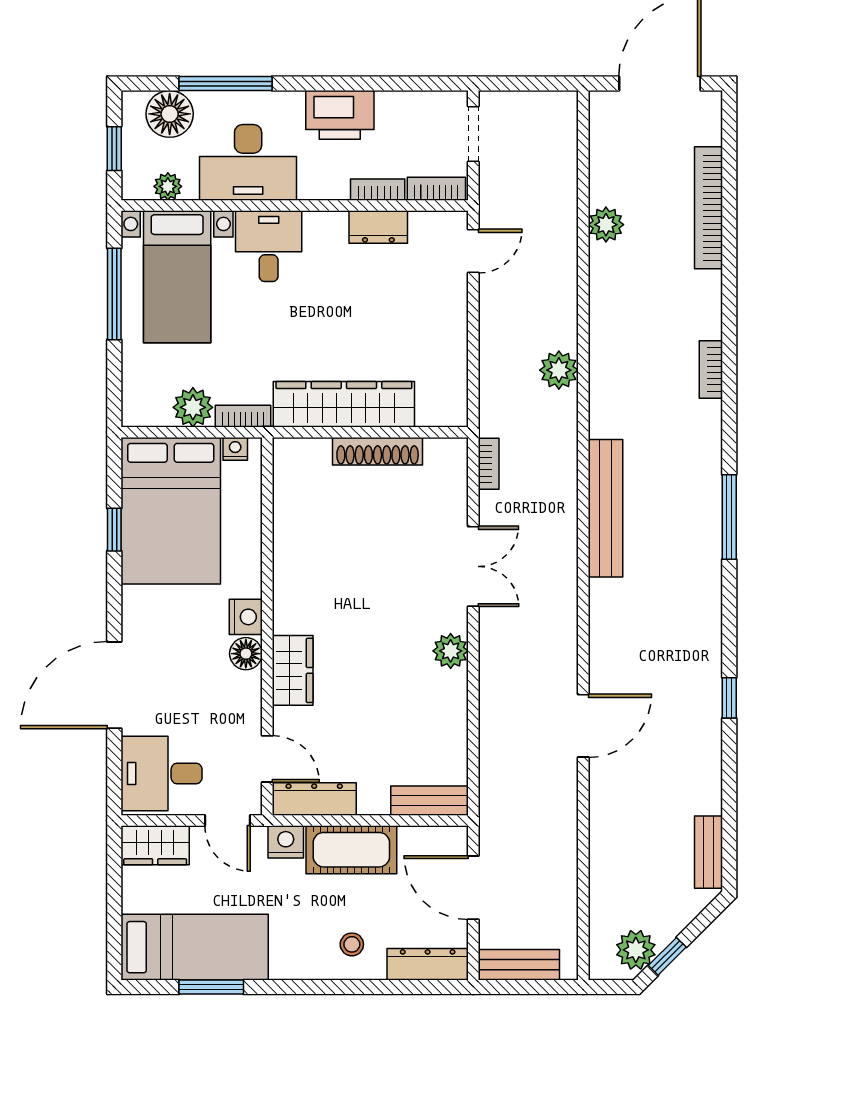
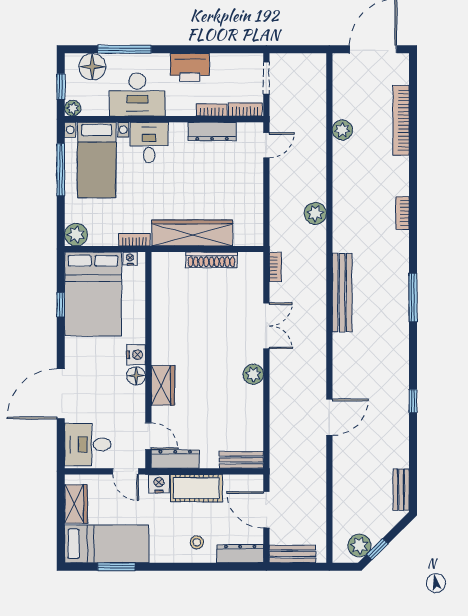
plant: (168, 186) -> (73, 108), moved
dresser: (378, 227) -> (212, 131), width x1.44
plant: (193, 407) -> (76, 235), moved
wardrobe: (155, 845) -> (76, 504), moved, turned -90

